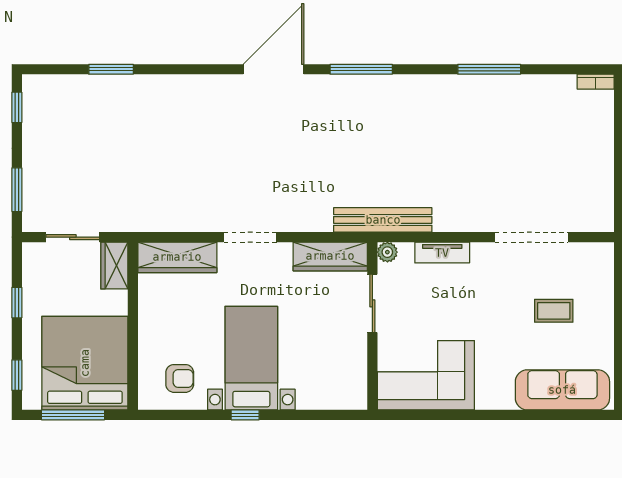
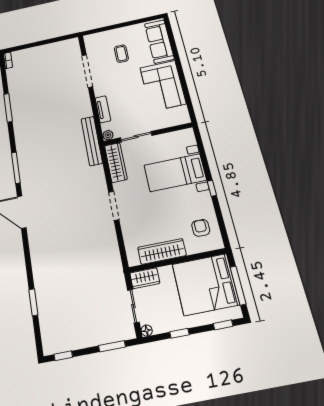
floor lamp: (31, 251) -> (147, 331), added
wardrobe: (177, 257) -> (162, 251), moved, turned -90
bed with nightstands: (251, 358) -> (175, 173), moved
corner sofa: (426, 375) -> (163, 86), moved

